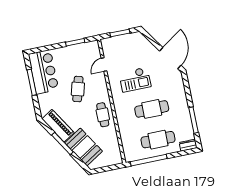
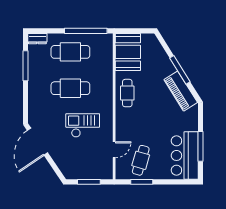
cafe table: (78, 89) -> (141, 160), moved
booth: (84, 147) -> (128, 52), moved, turned 32

